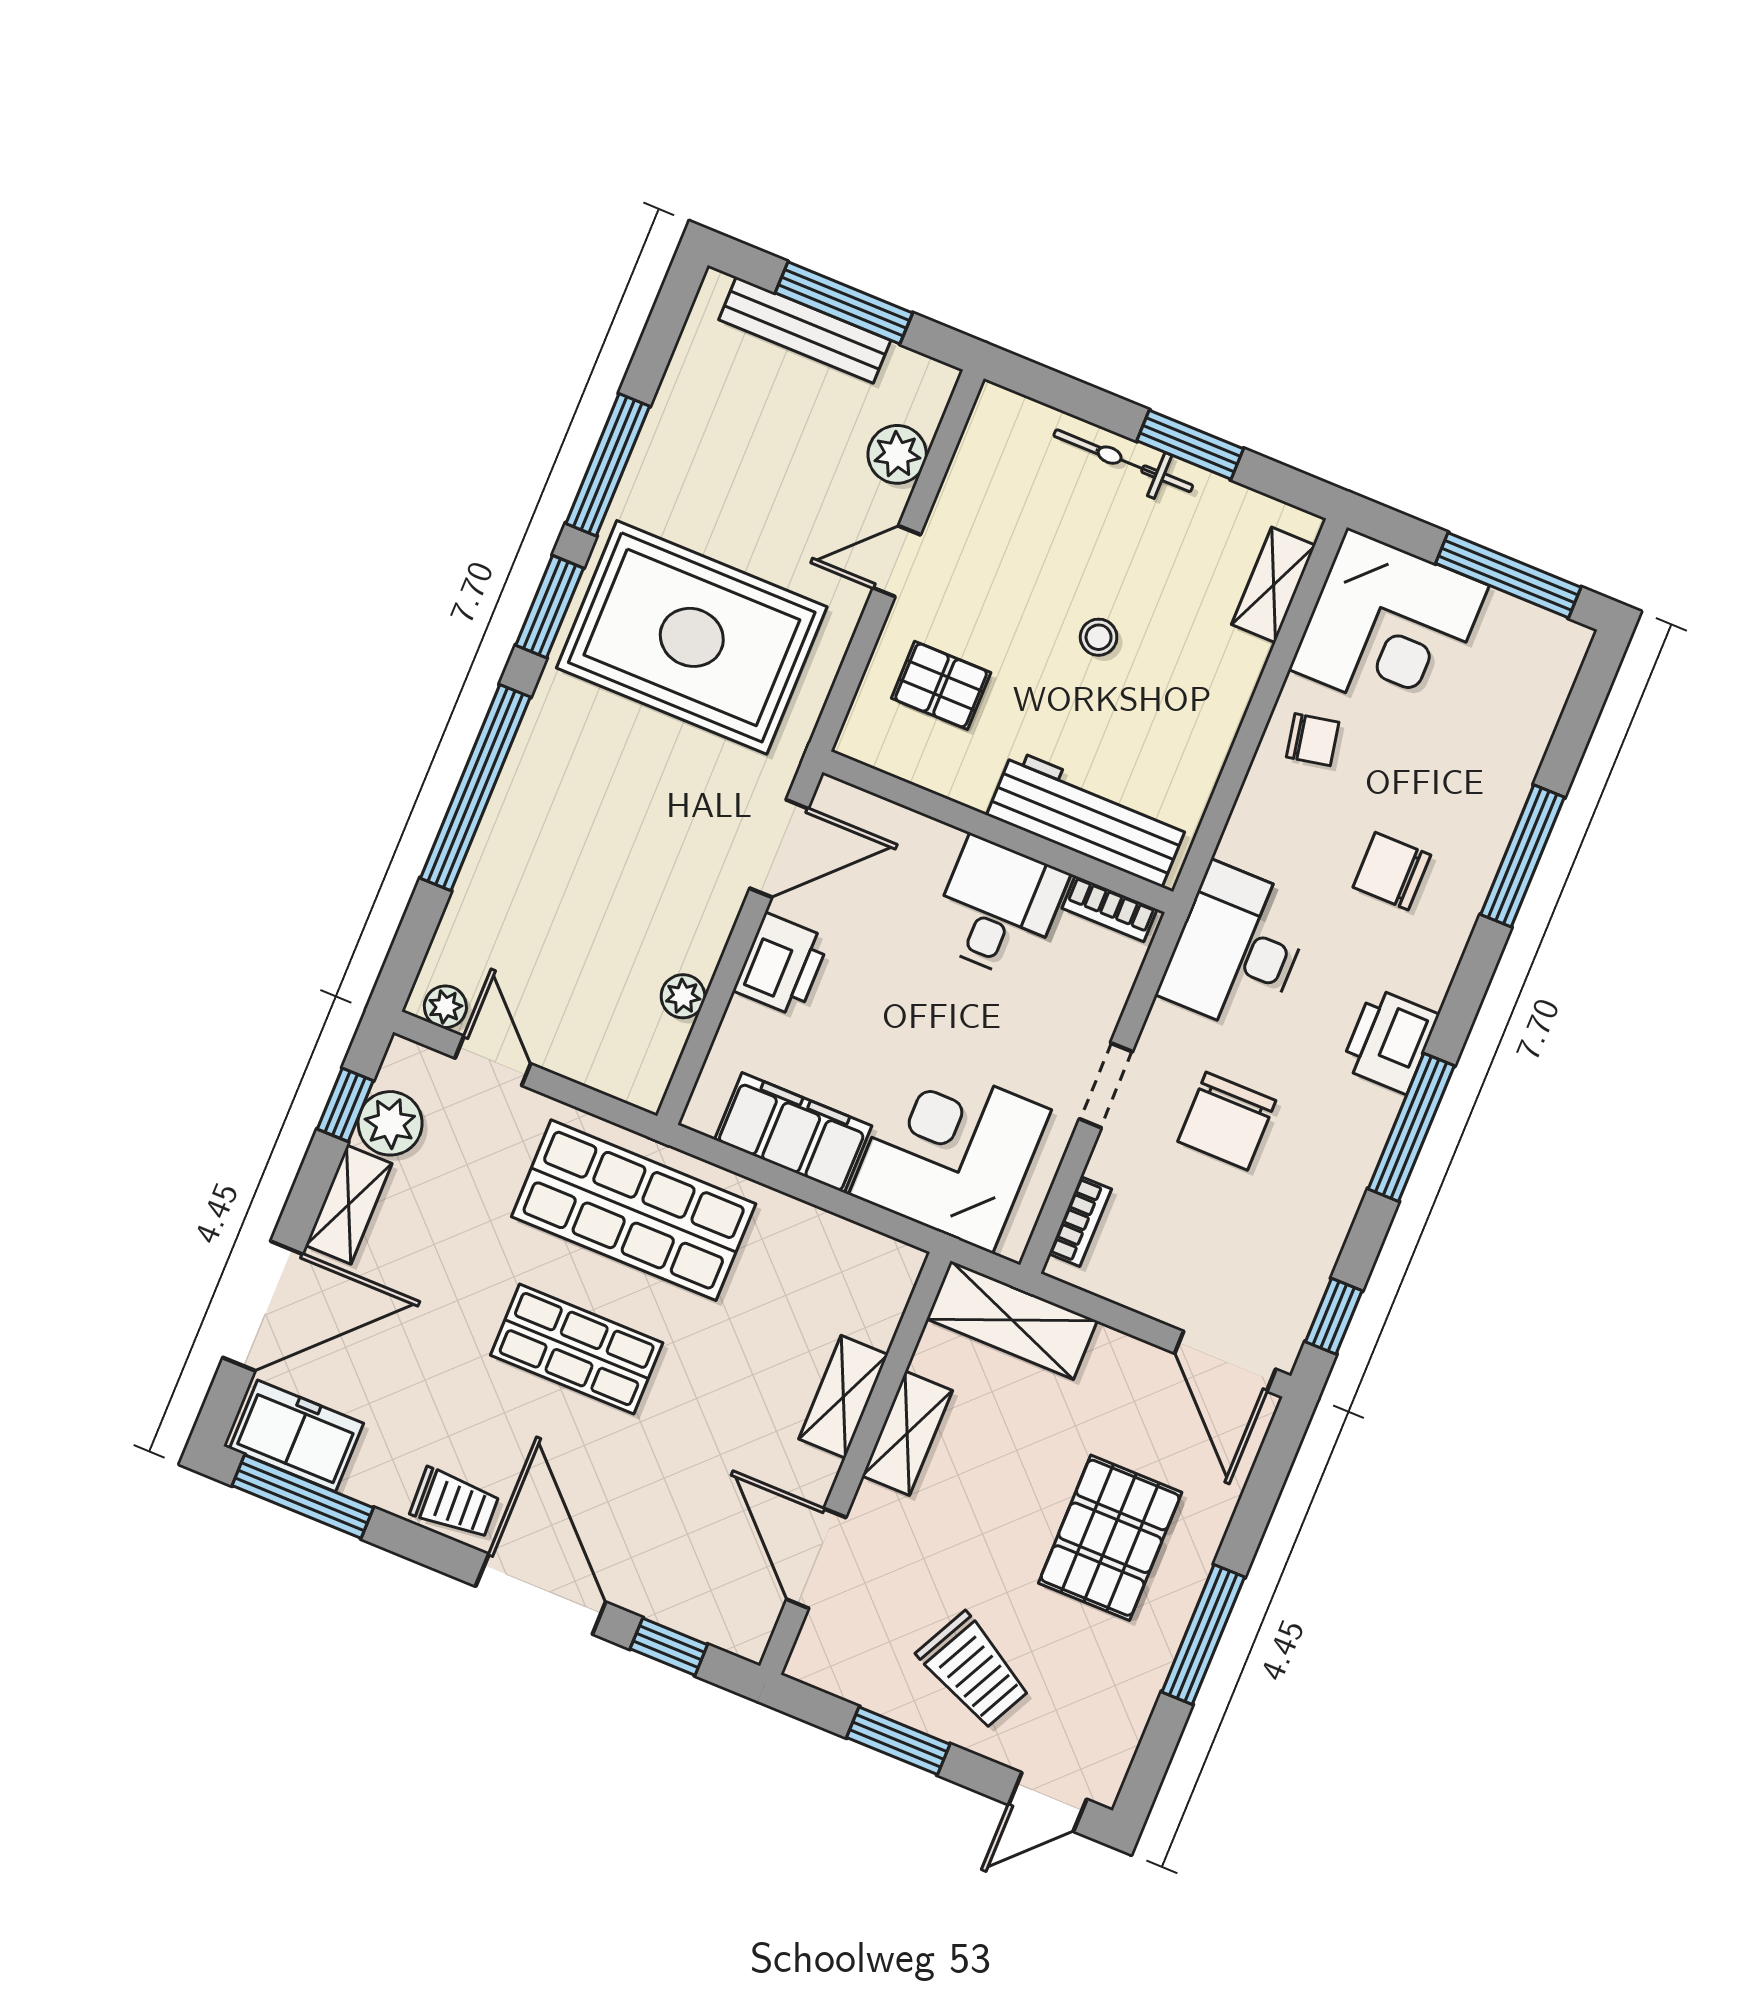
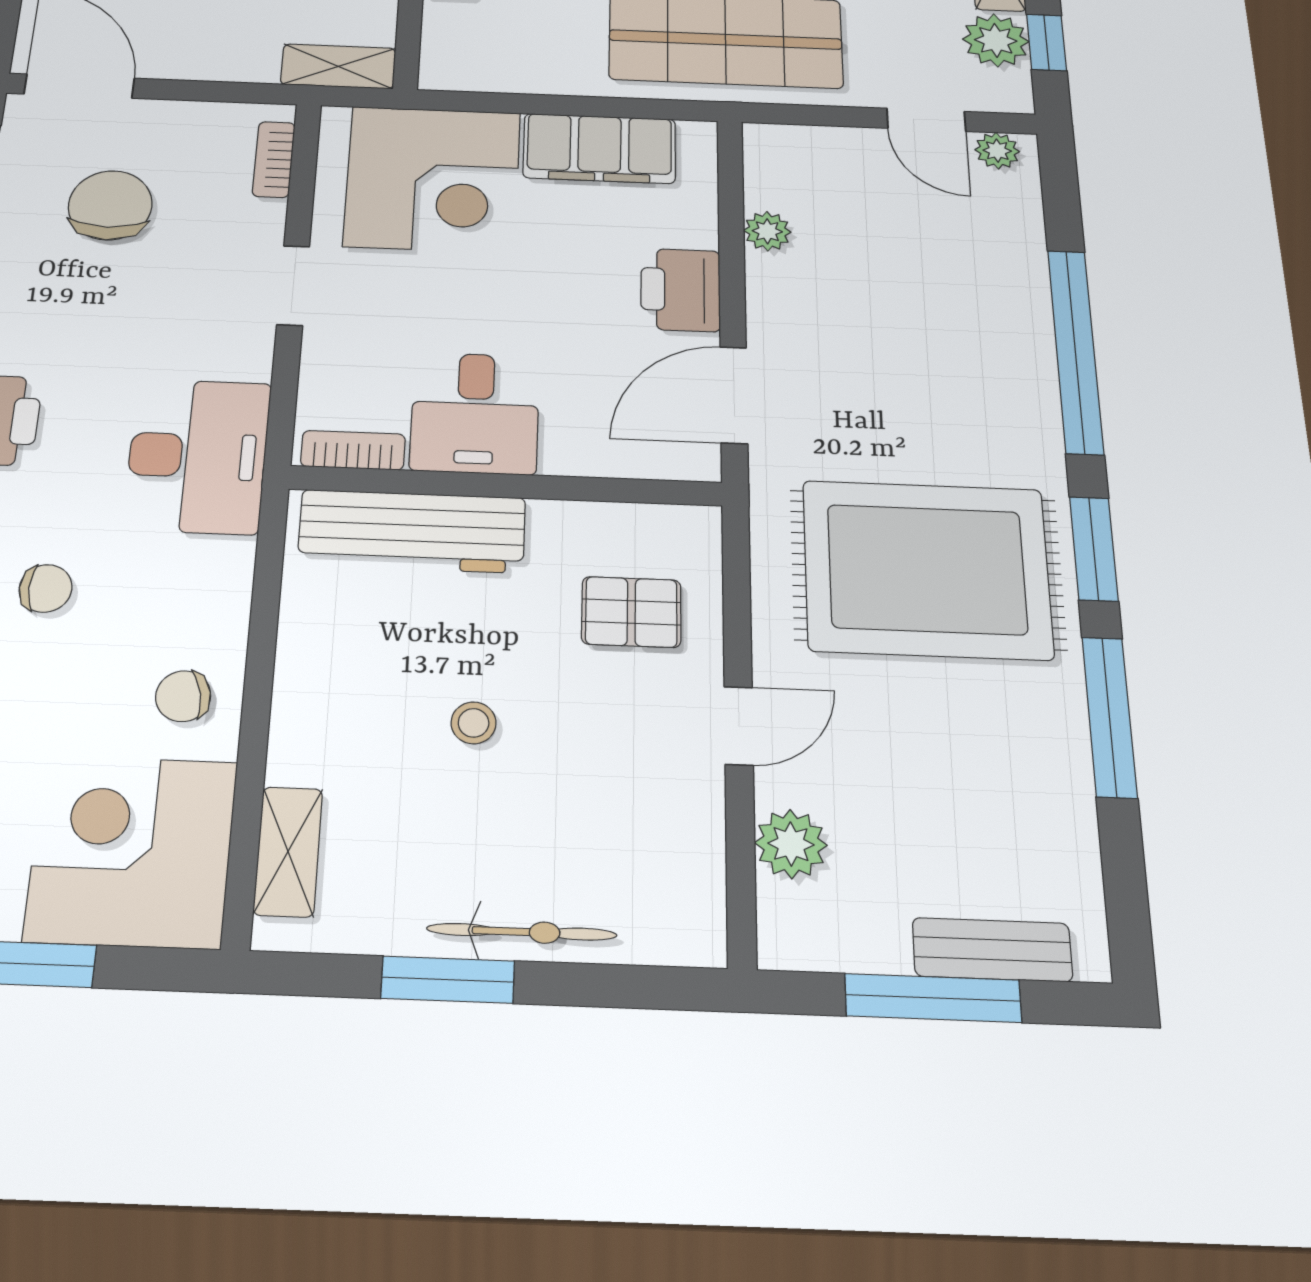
bench: (805, 330) -> (992, 950), width x0.73
chair: (1392, 871) -> (46, 588), width x0.73, depth x0.73
chair: (1227, 1121) -> (110, 205), moved
shelving: (1012, 1320) -> (338, 66), width x0.67, depth x0.75

